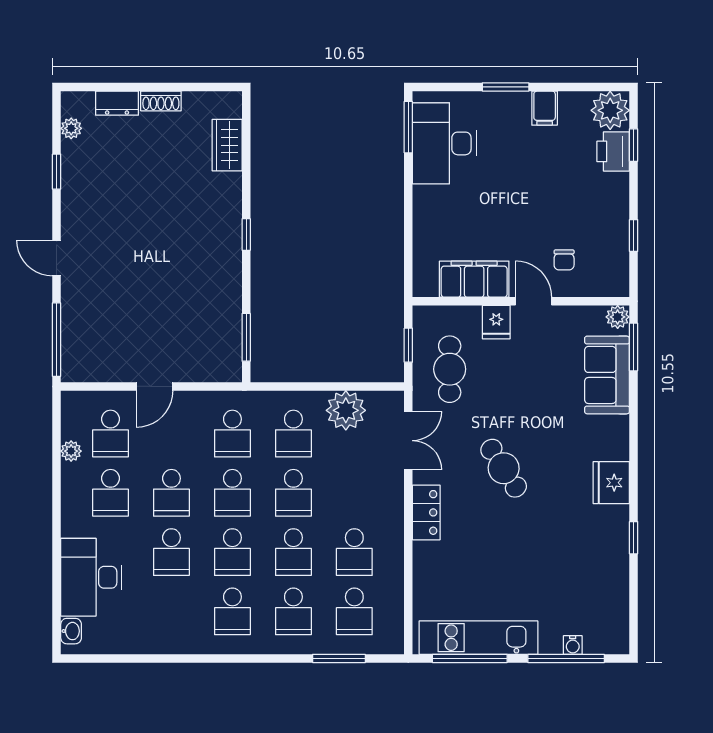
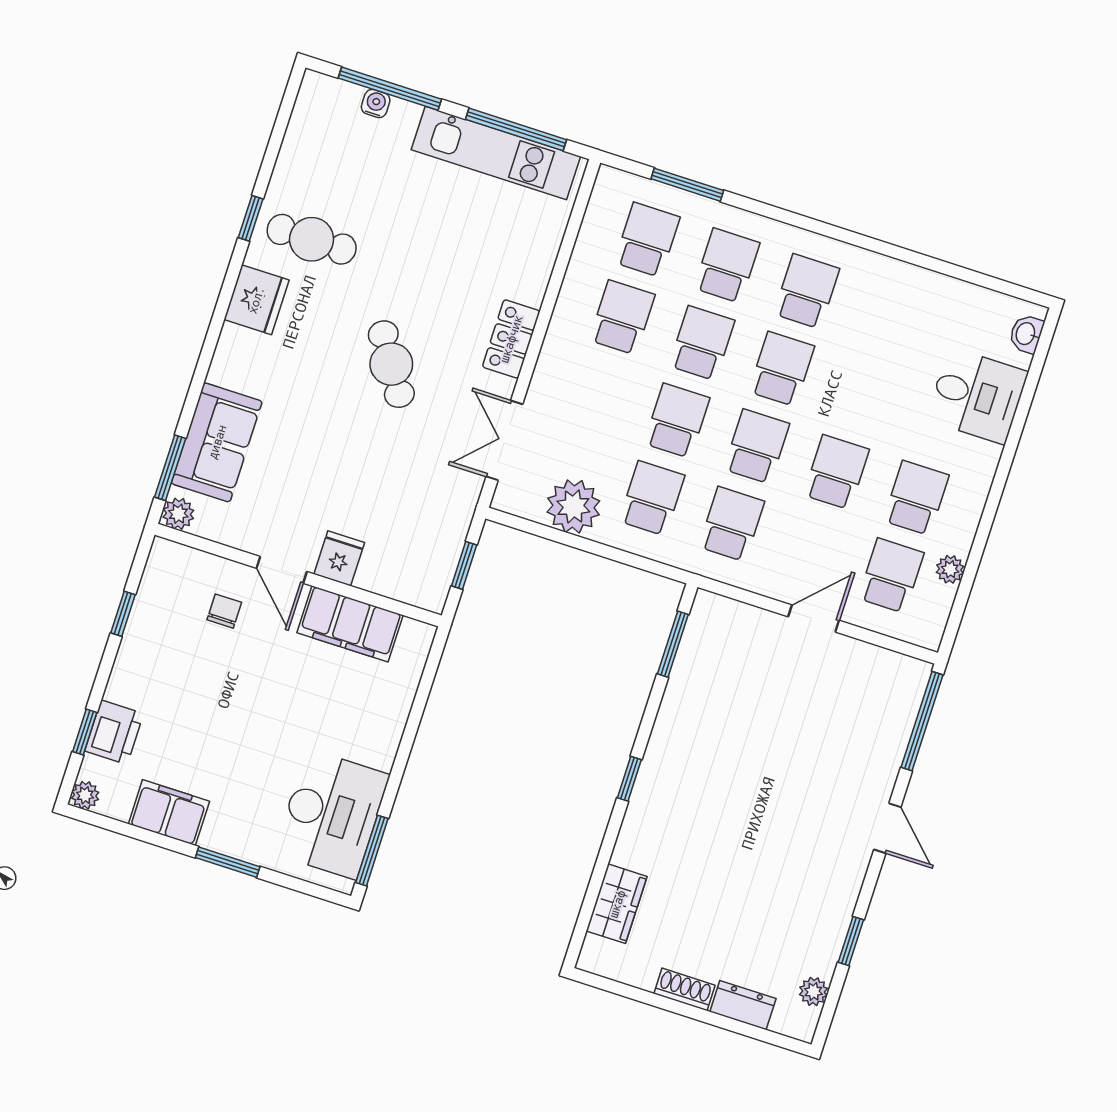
filing cabinet: (545, 108) -> (169, 813), width x2.00
plant: (610, 110) -> (85, 795), width x0.53, depth x0.53
cafe table: (450, 369) -> (312, 239), moved, turned 90
school desk: (171, 552) -> (861, 395), removed
desk: (91, 577) -> (977, 396), width x0.73

